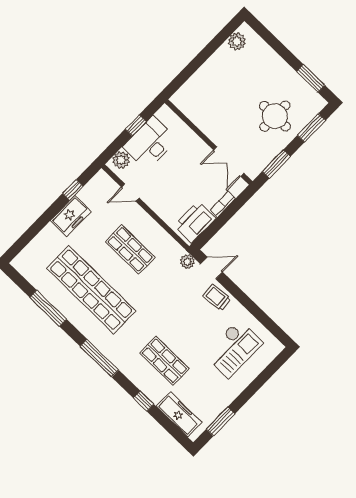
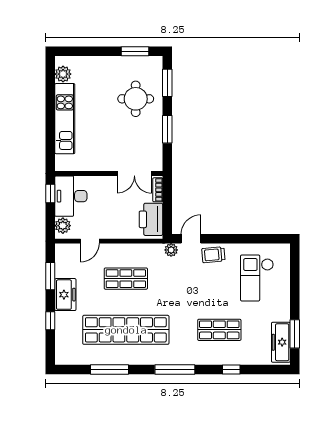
kitchen unit: (204, 78) -> (65, 119), added
wall: (209, 142) -> (109, 173), moved
double door: (229, 162) -> (134, 173), moved
window: (73, 190) -> (50, 276), width x1.50
window: (39, 225) -> (50, 321), added
checkout: (233, 349) -> (257, 278), turned 180
freezer: (179, 414) -> (281, 342), moved, turned -90

